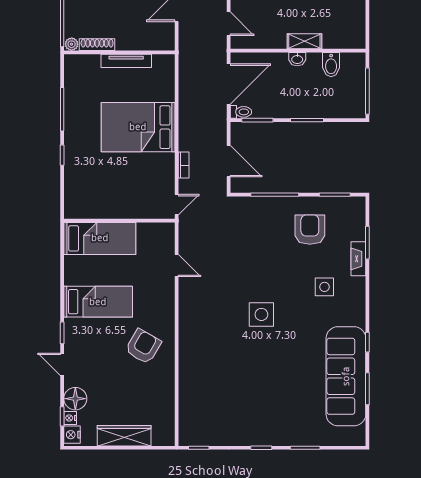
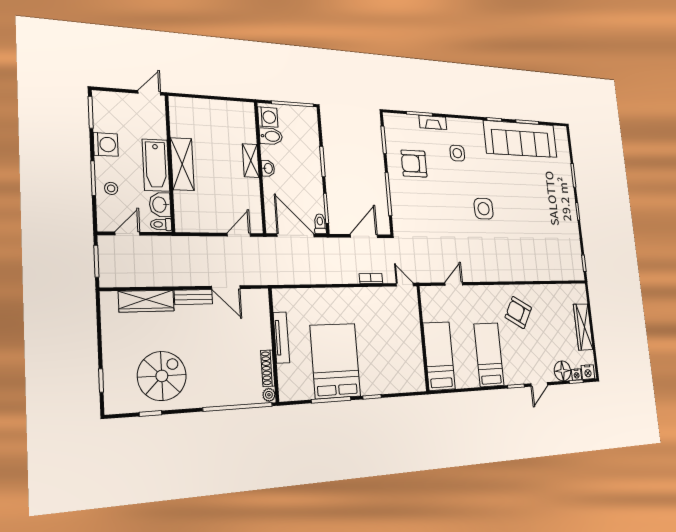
washing machine: (351, 63) -> (268, 117), added
bed: (138, 127) -> (335, 361), moved, turned 180

